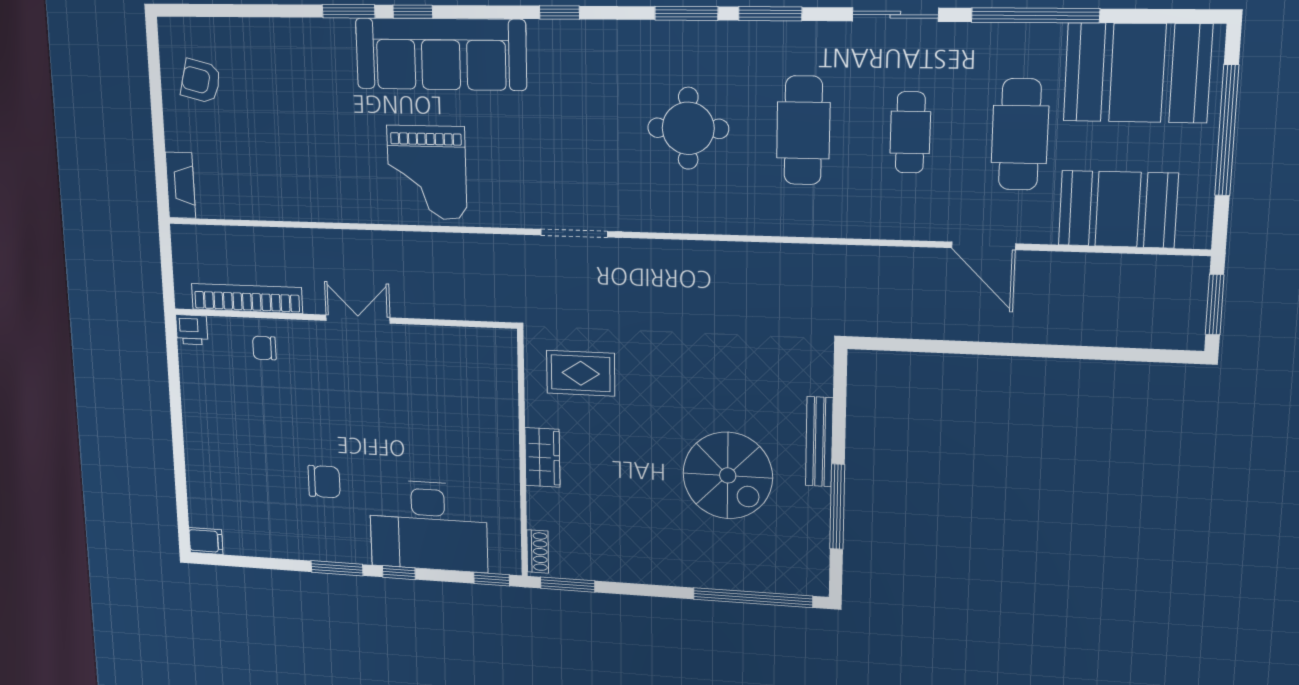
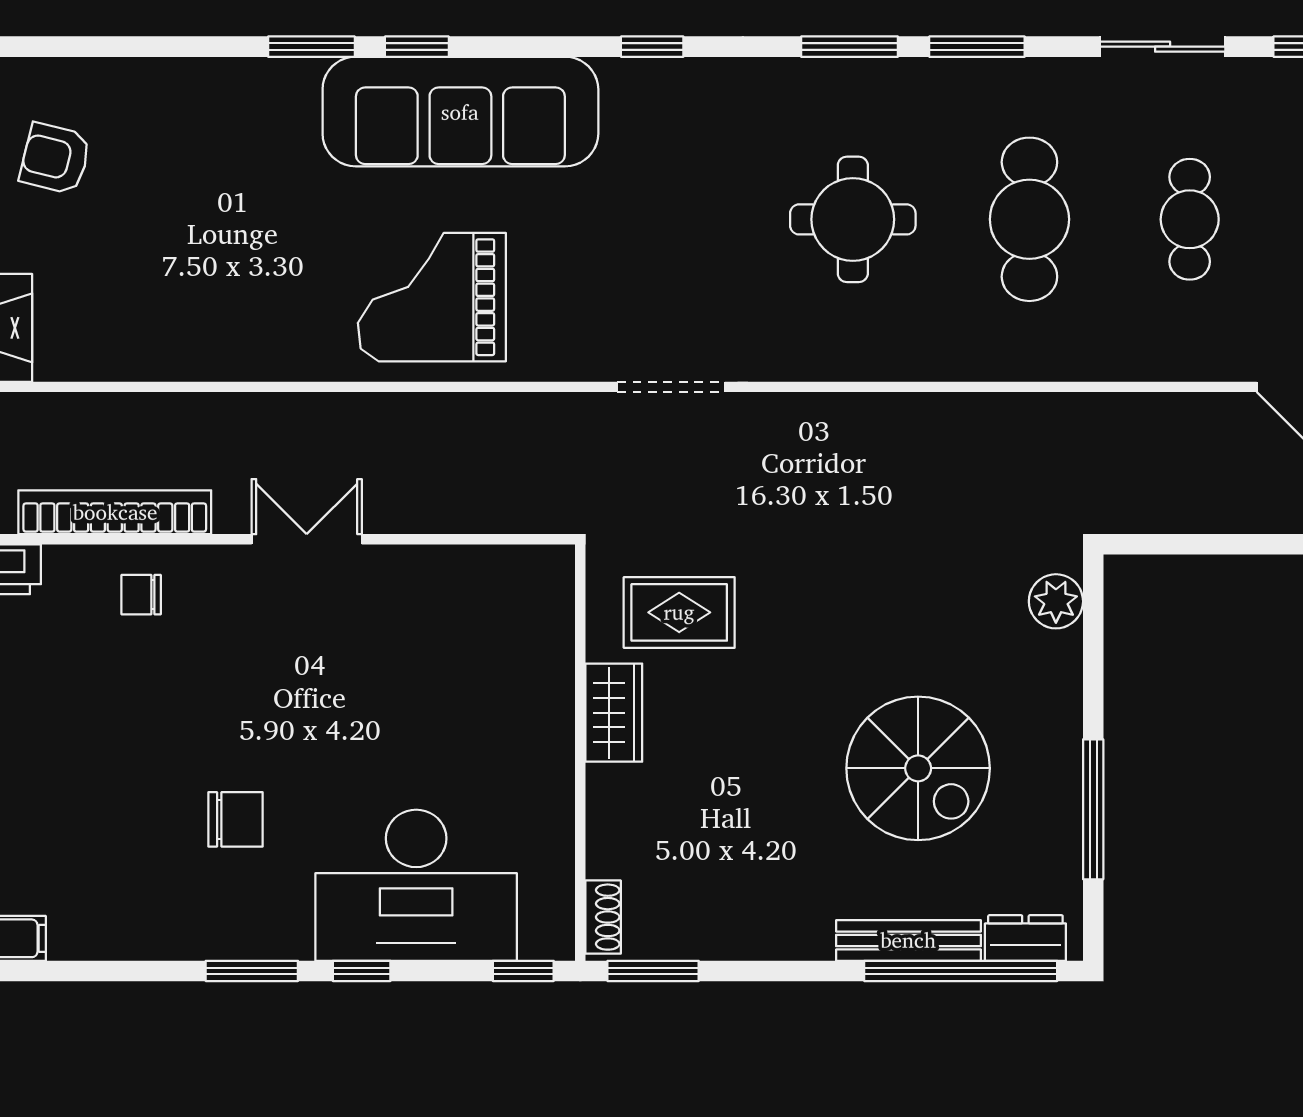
grand piano: (427, 173) -> (432, 297), turned 90
plant: (816, 377) -> (1056, 601), added
bench: (819, 442) -> (908, 940), moved, turned 90
wardrobe: (542, 457) -> (614, 713), moved
dresser: (793, 581) -> (1025, 938), added

